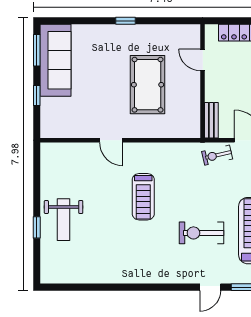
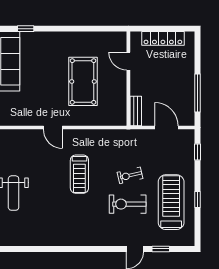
window: (125, 21) -> (26, 29), moved
exercise bike: (217, 155) -> (130, 175), moved

